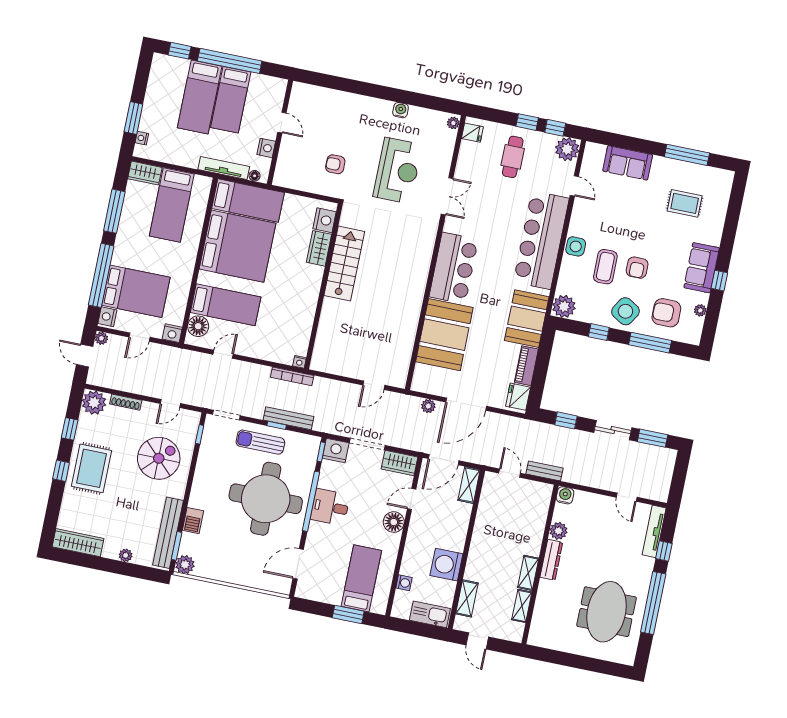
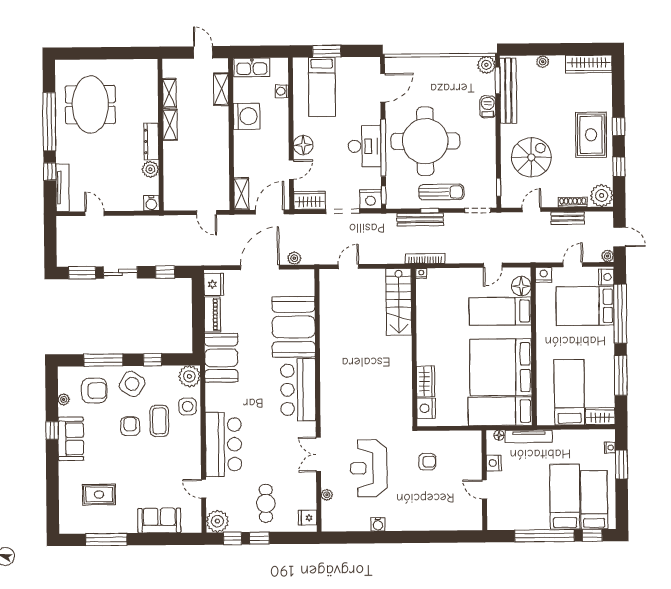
bed: (231, 100) -> (594, 500), moved
plant: (453, 123) -> (327, 495), moved
bar counter: (541, 240) -> (223, 444), width x0.73
side table: (576, 246) -> (188, 406), moved
stairs: (344, 263) -> (399, 302), moved
spiral stairs: (159, 458) -> (531, 157), turned 180
bench: (545, 471) -> (568, 218), moved
desk: (330, 507) -> (365, 146), width x1.37

